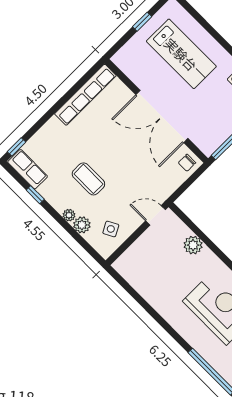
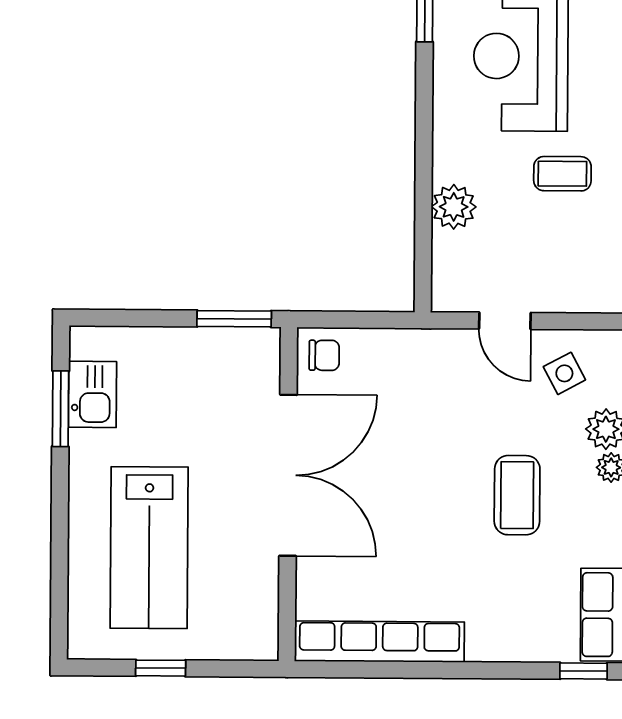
lab bench: (181, 54) -> (149, 548), turned 180
door: (156, 215) -> (505, 321), moved
coffee table: (171, 287) -> (562, 174), added

